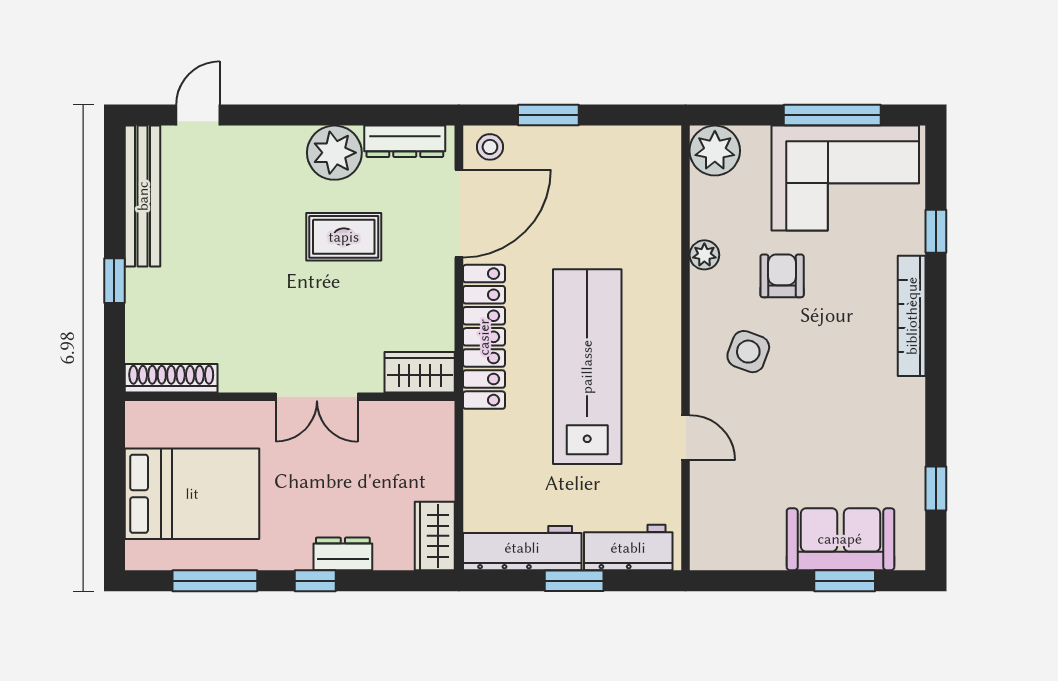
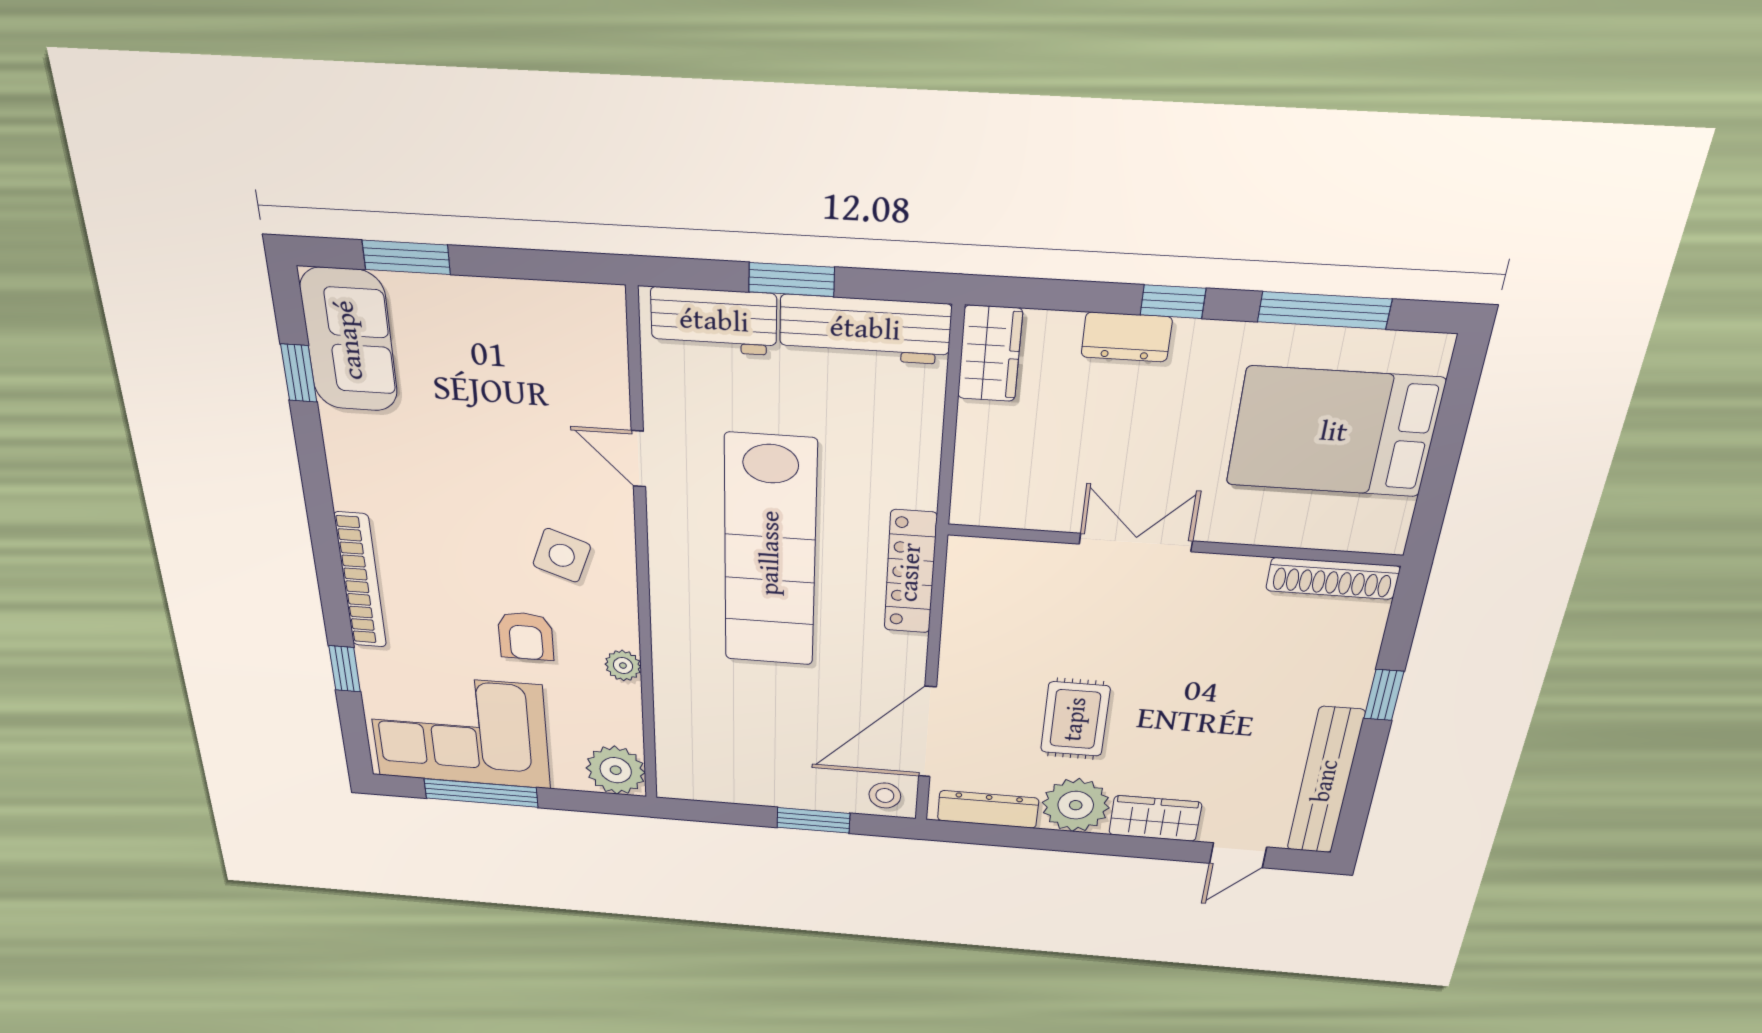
rug: (344, 237) -> (1075, 719), turned 90
locker: (484, 337) -> (910, 572), width x0.71, depth x0.83
wardrobe: (420, 372) -> (1155, 818), moved, turned 180
sofa: (840, 539) -> (349, 340), moved, turned -90

